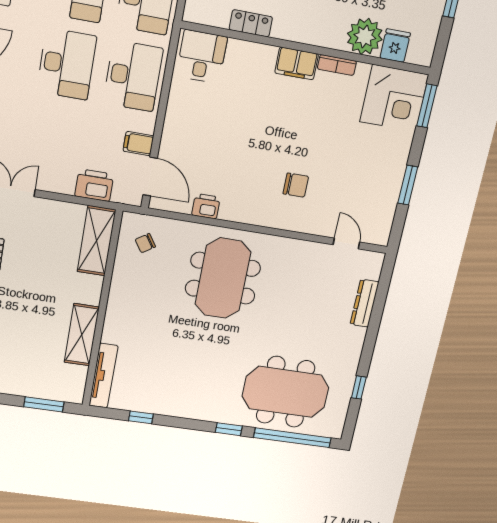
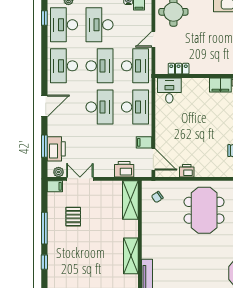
locker: (251, 23) -> (179, 69), moved

